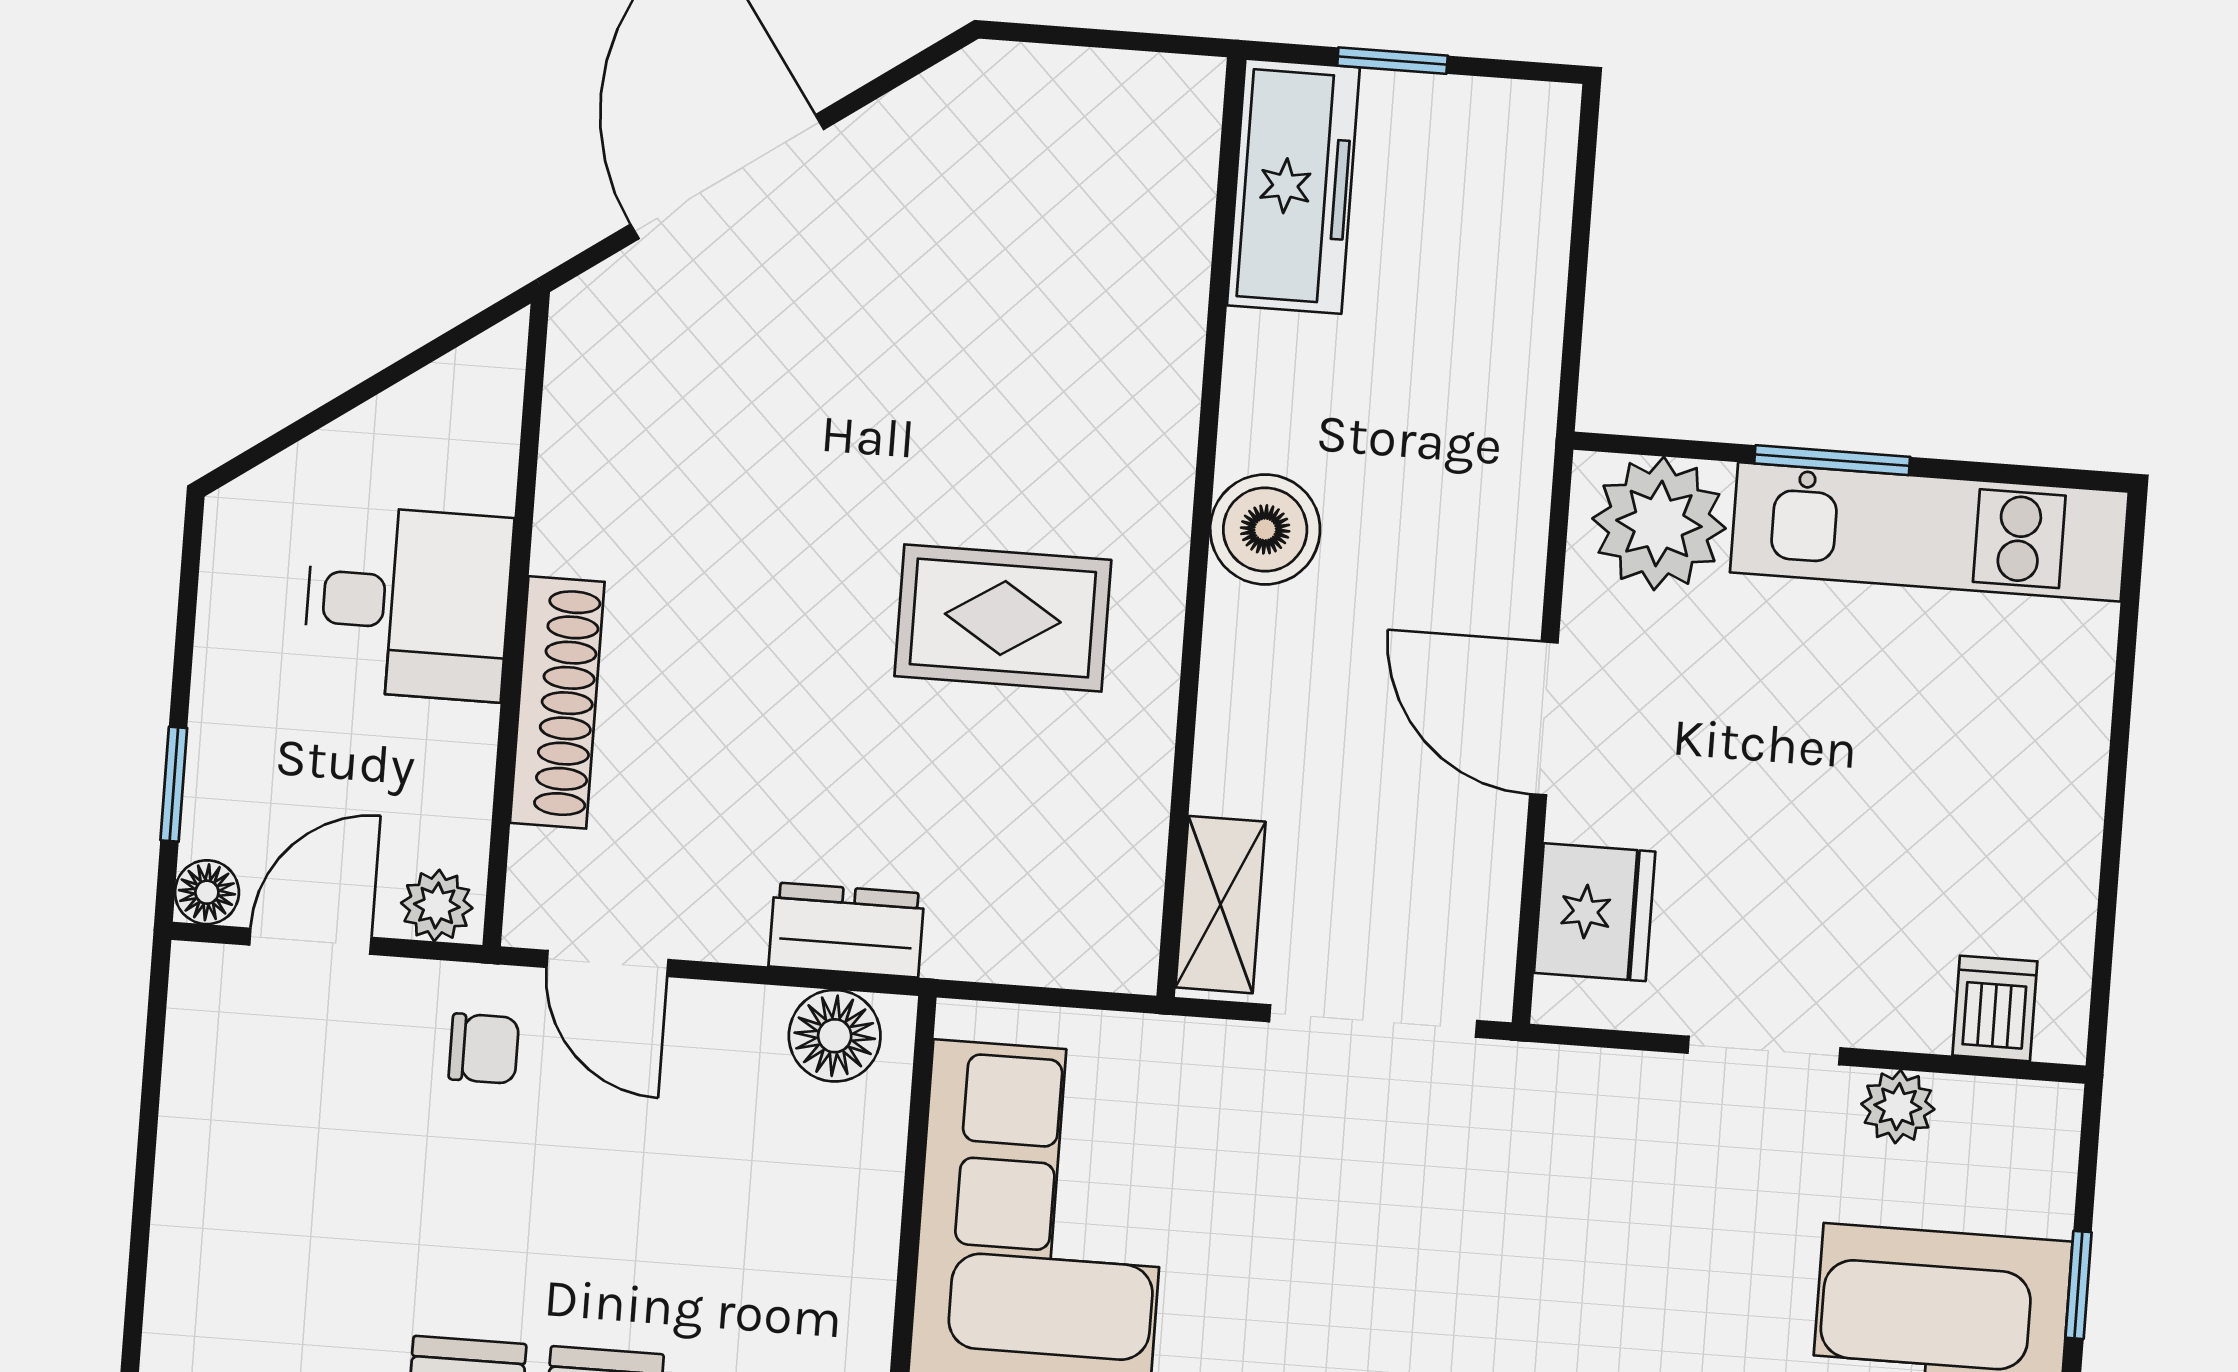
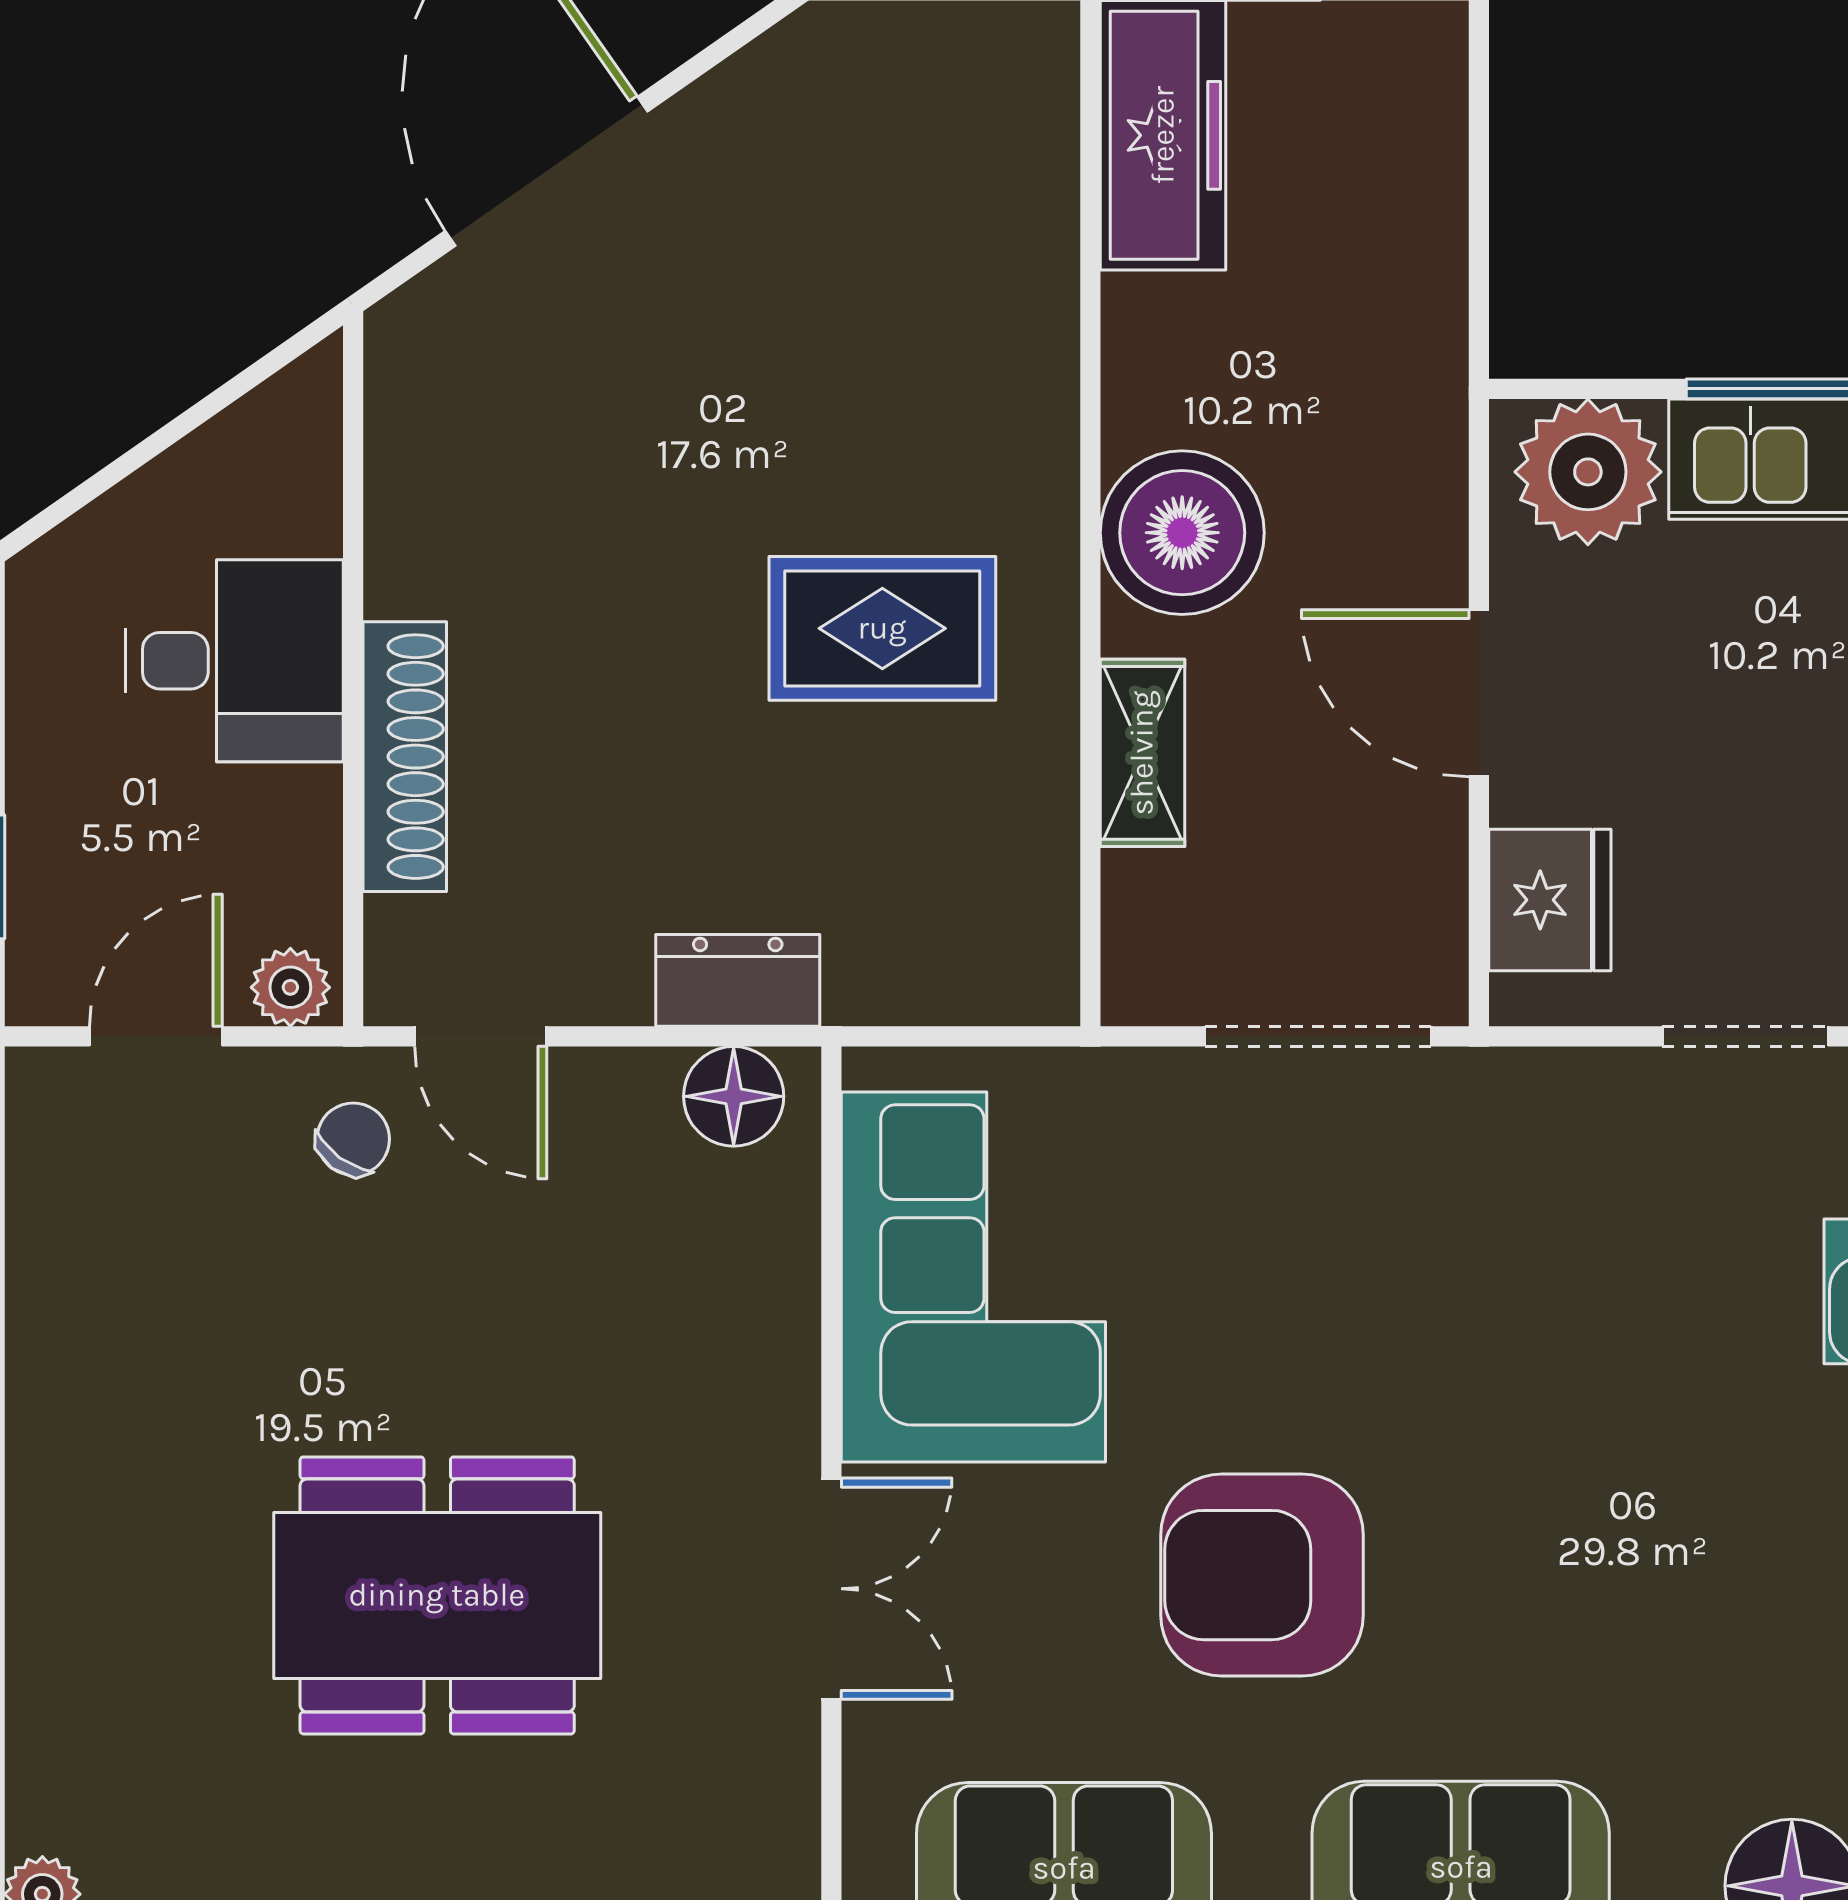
boiler: (1265, 529) -> (1182, 533), width x1.37, depth x1.37
floor lamp: (207, 892) -> (39, 992), removed
shelving: (1221, 905) -> (1142, 753), moved
chair: (484, 1049) -> (353, 1139), turned -54

